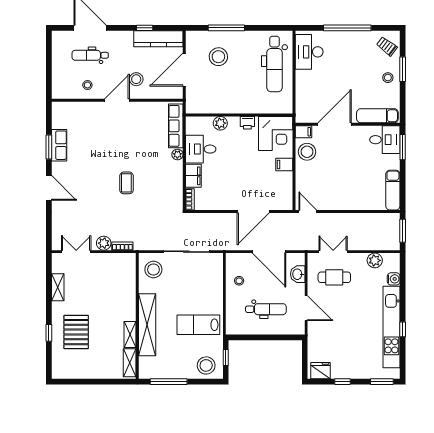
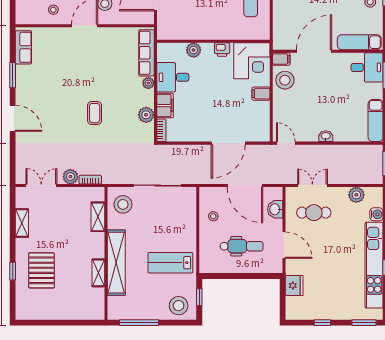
row of seats: (59, 145) -> (23, 47), moved
plant: (175, 185) -> (146, 115), added
washbasin: (346, 205) -> (326, 136), added
shelving: (130, 363) -> (98, 217), moved
fridge: (321, 371) -> (294, 285), moved, turned 90

